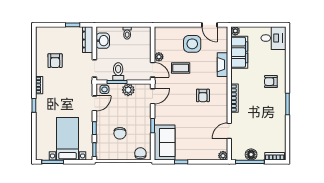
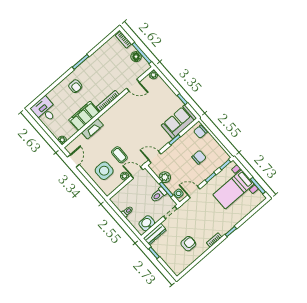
side table: (192, 44) -> (104, 171), moved
filing cabinet: (239, 52) -> (84, 116), moved
door: (153, 70) -> (137, 173), hinge flipped
armchair: (203, 95) -> (125, 124), removed

